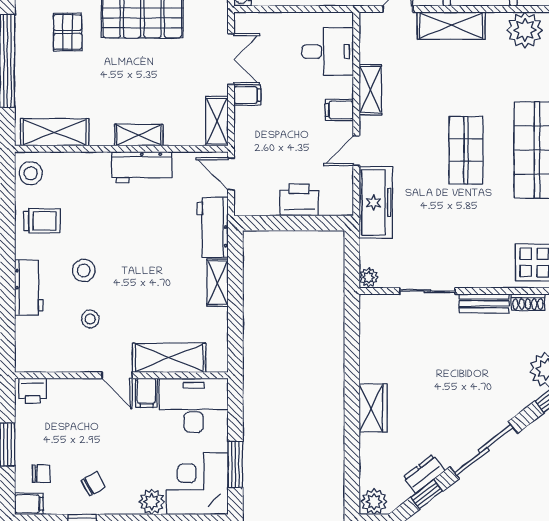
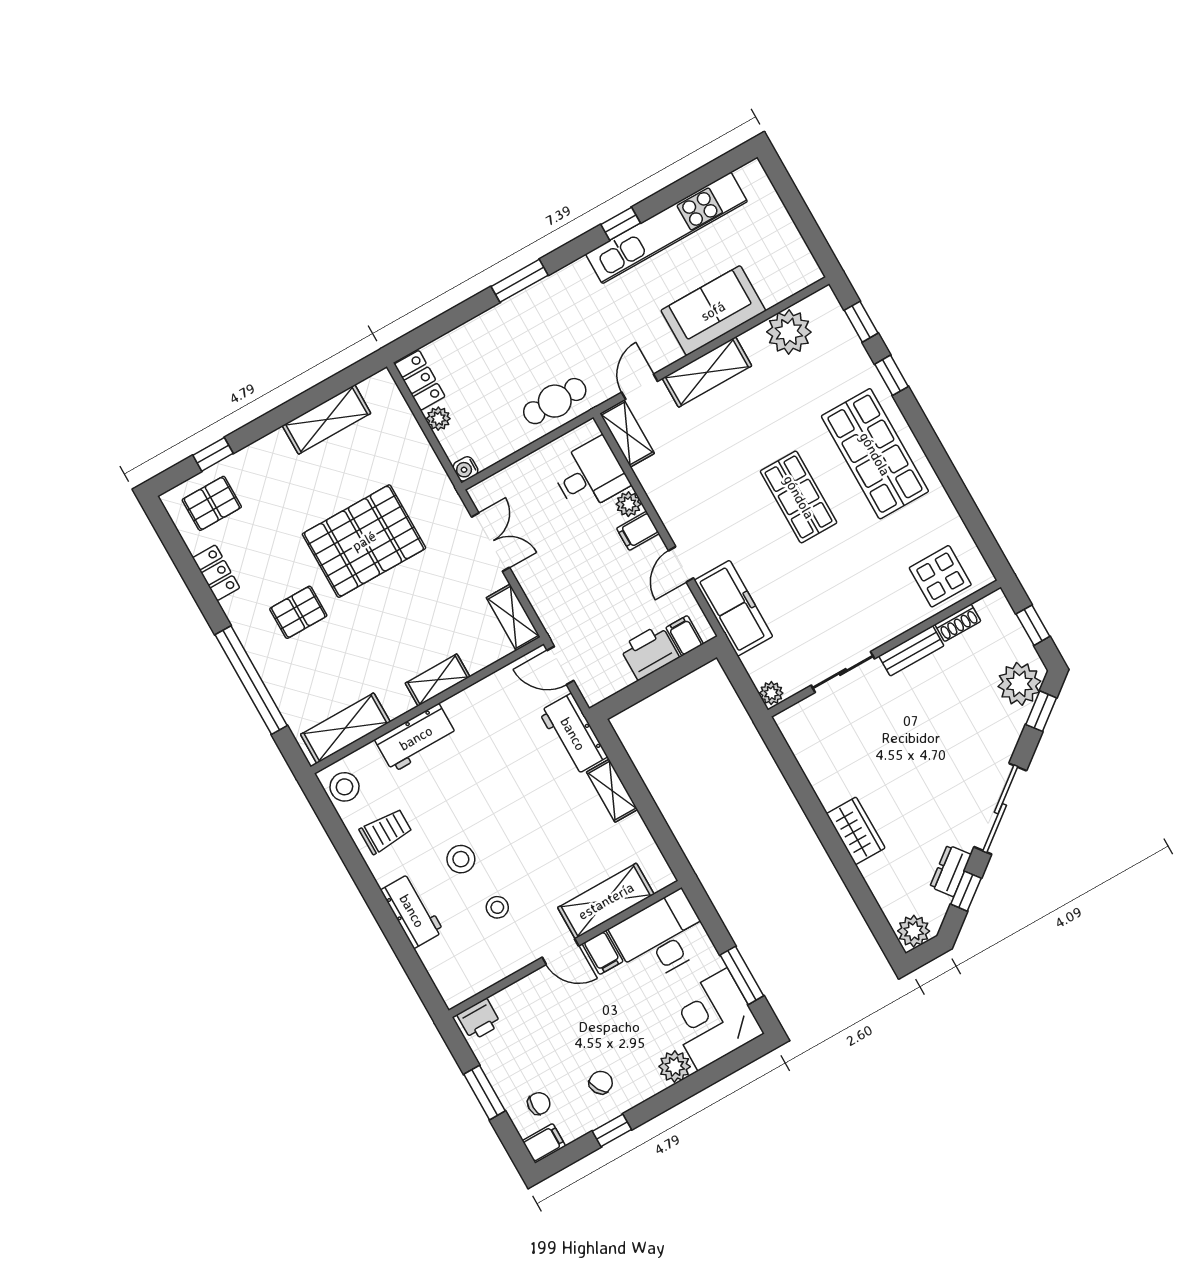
pallet: (68, 32) -> (298, 612), turned 90
plant: (343, 87) -> (629, 504), added
shelving: (370, 90) -> (627, 434), moved
filing cabinet: (247, 95) -> (685, 636), moved, turned -90
workbench: (142, 167) -> (416, 738), moved

